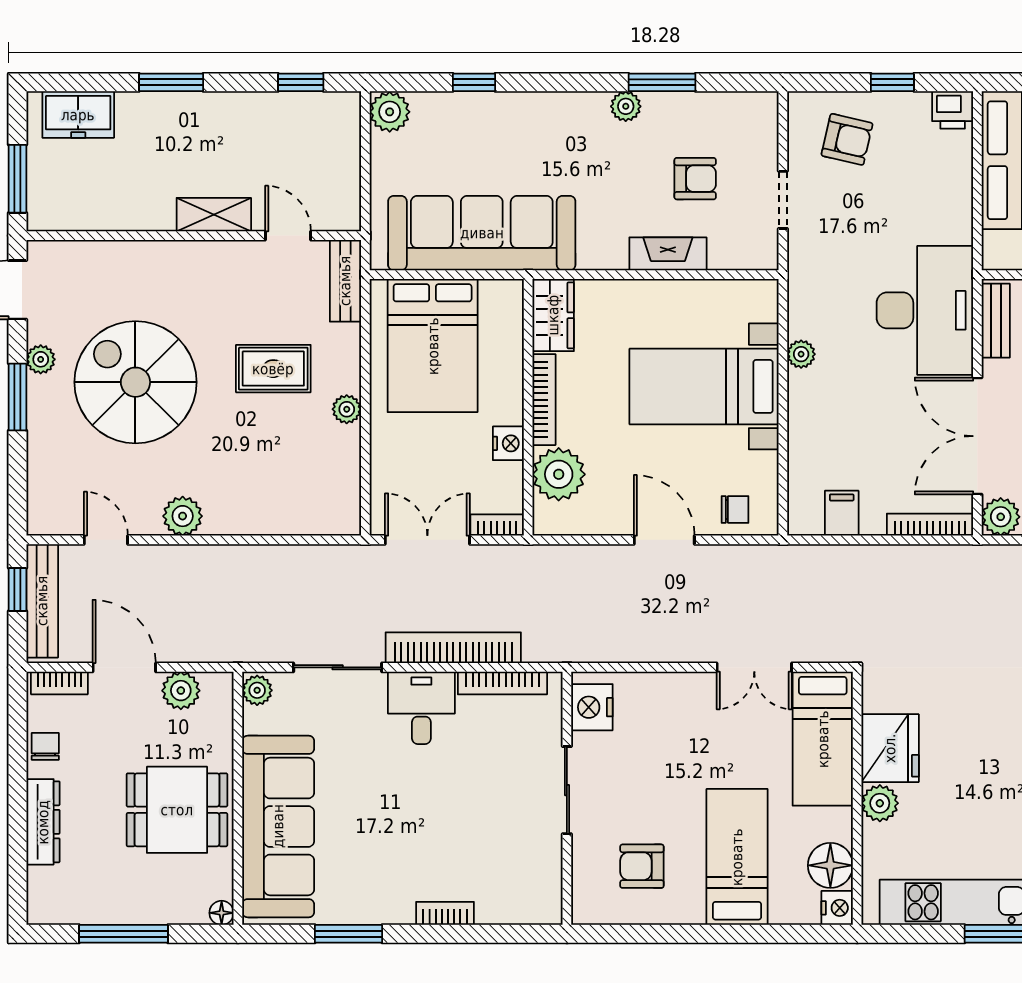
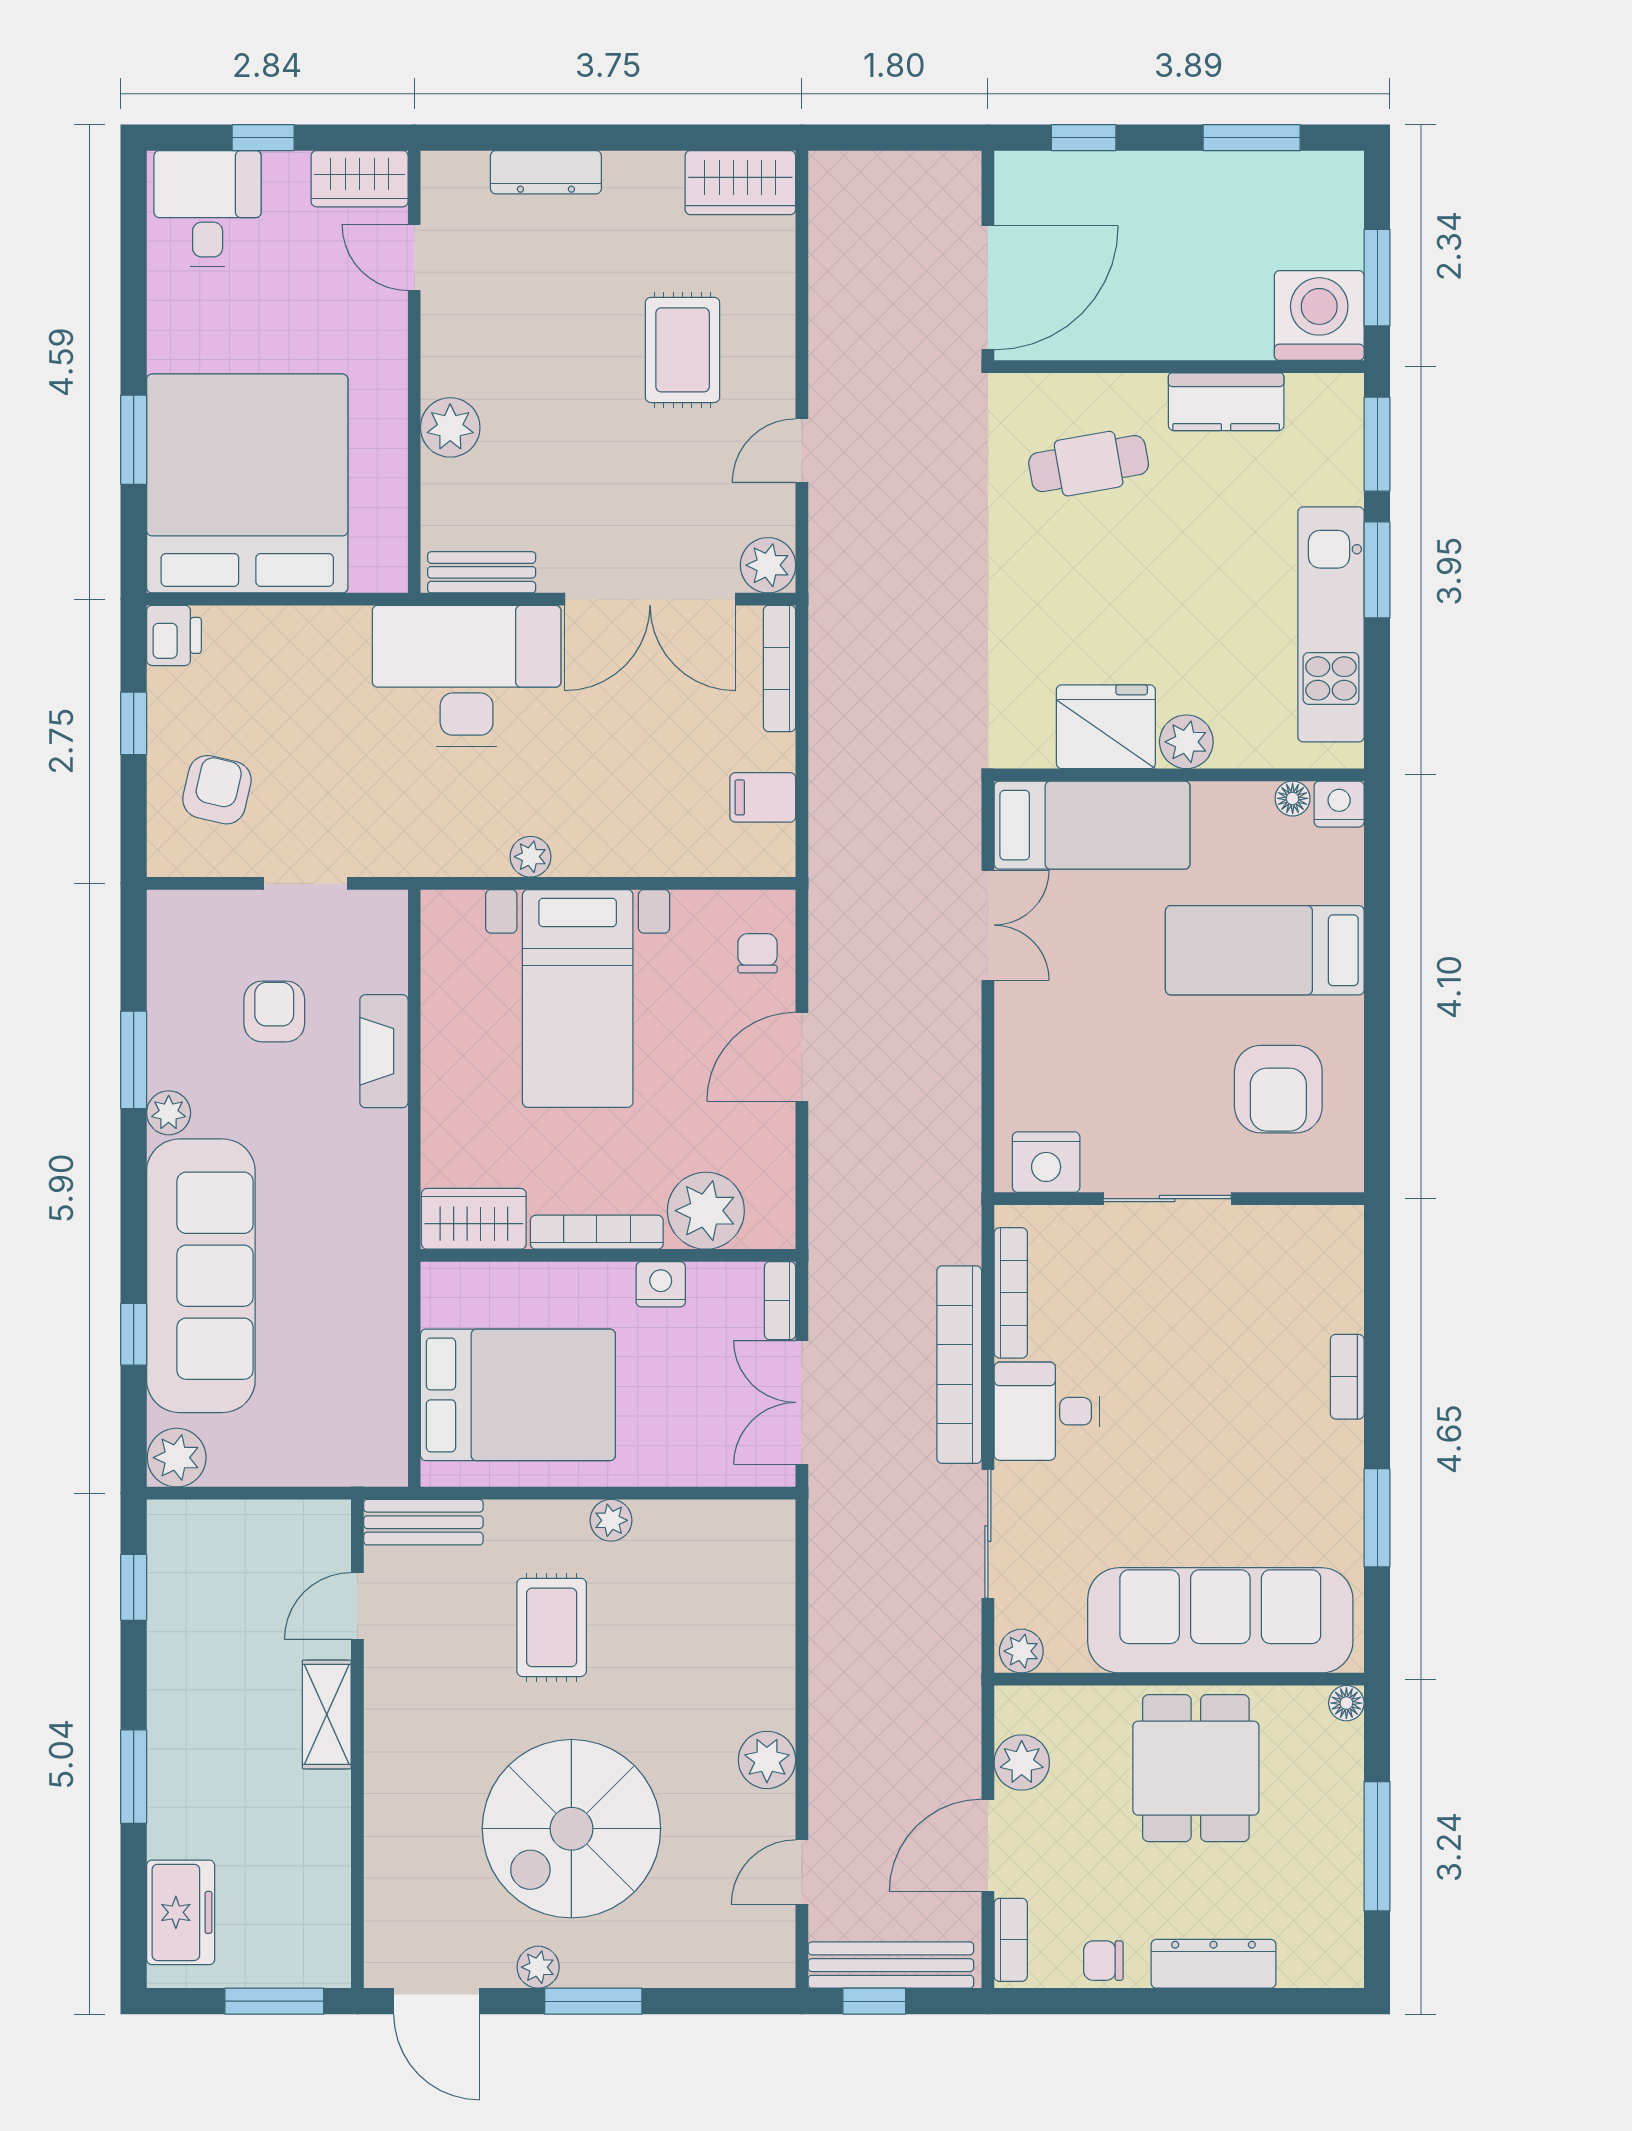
sofa: (482, 233) -> (201, 1276), moved, turned 180
floor lamp: (830, 865) -> (1293, 798), width x0.53, depth x0.53
armchair: (642, 866) -> (1278, 1089), width x1.38, depth x1.38

